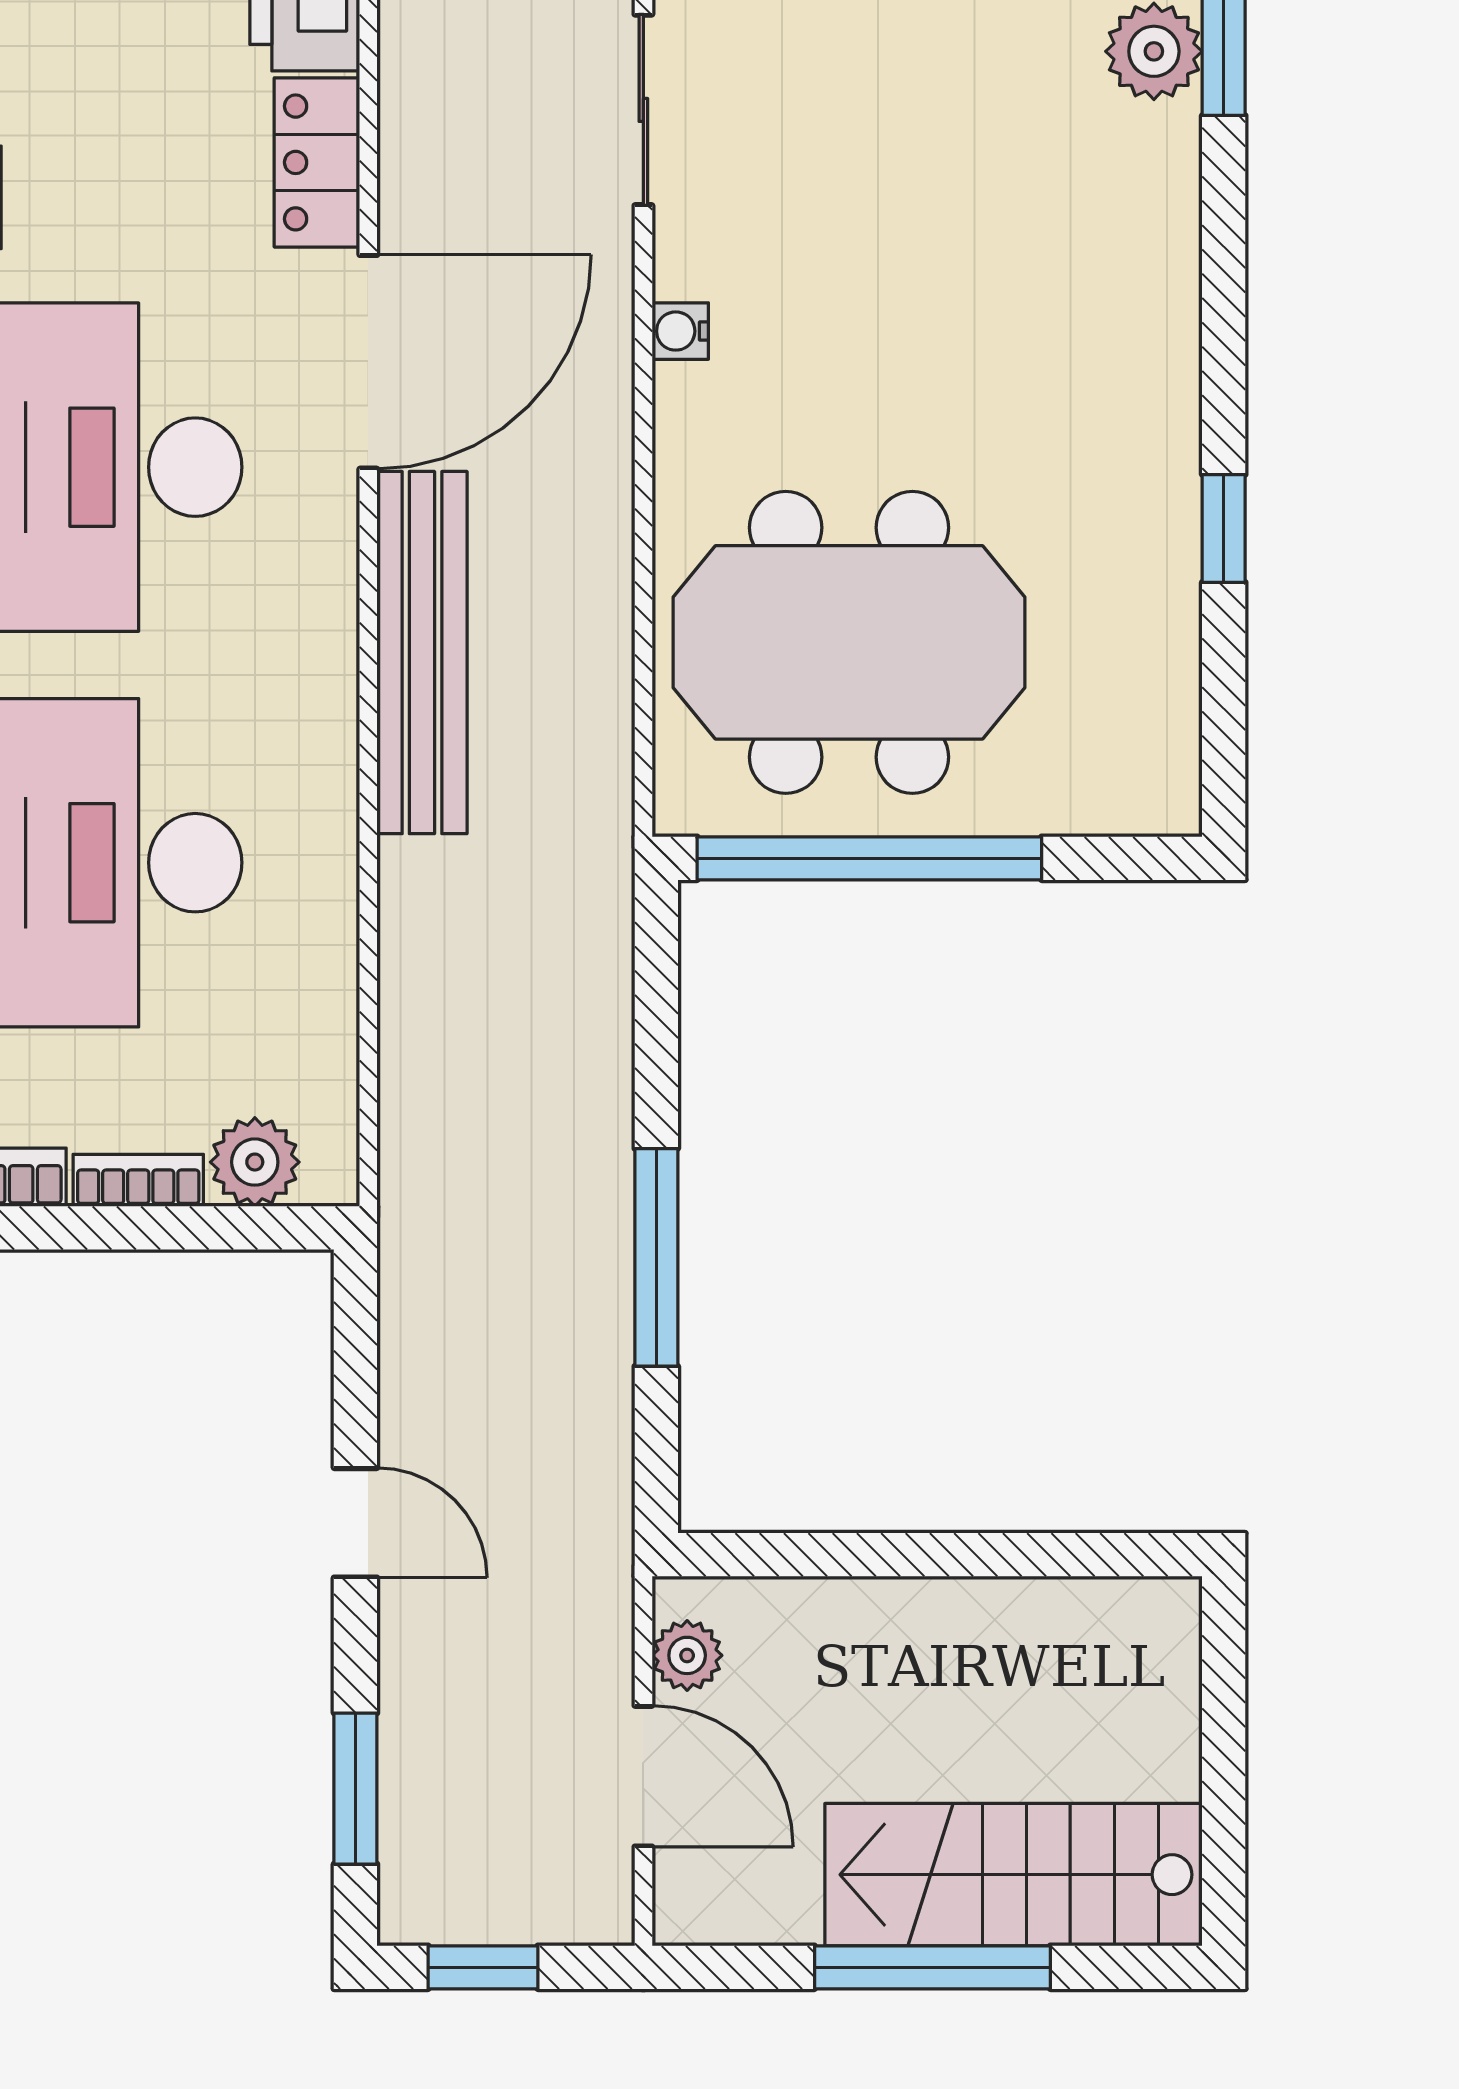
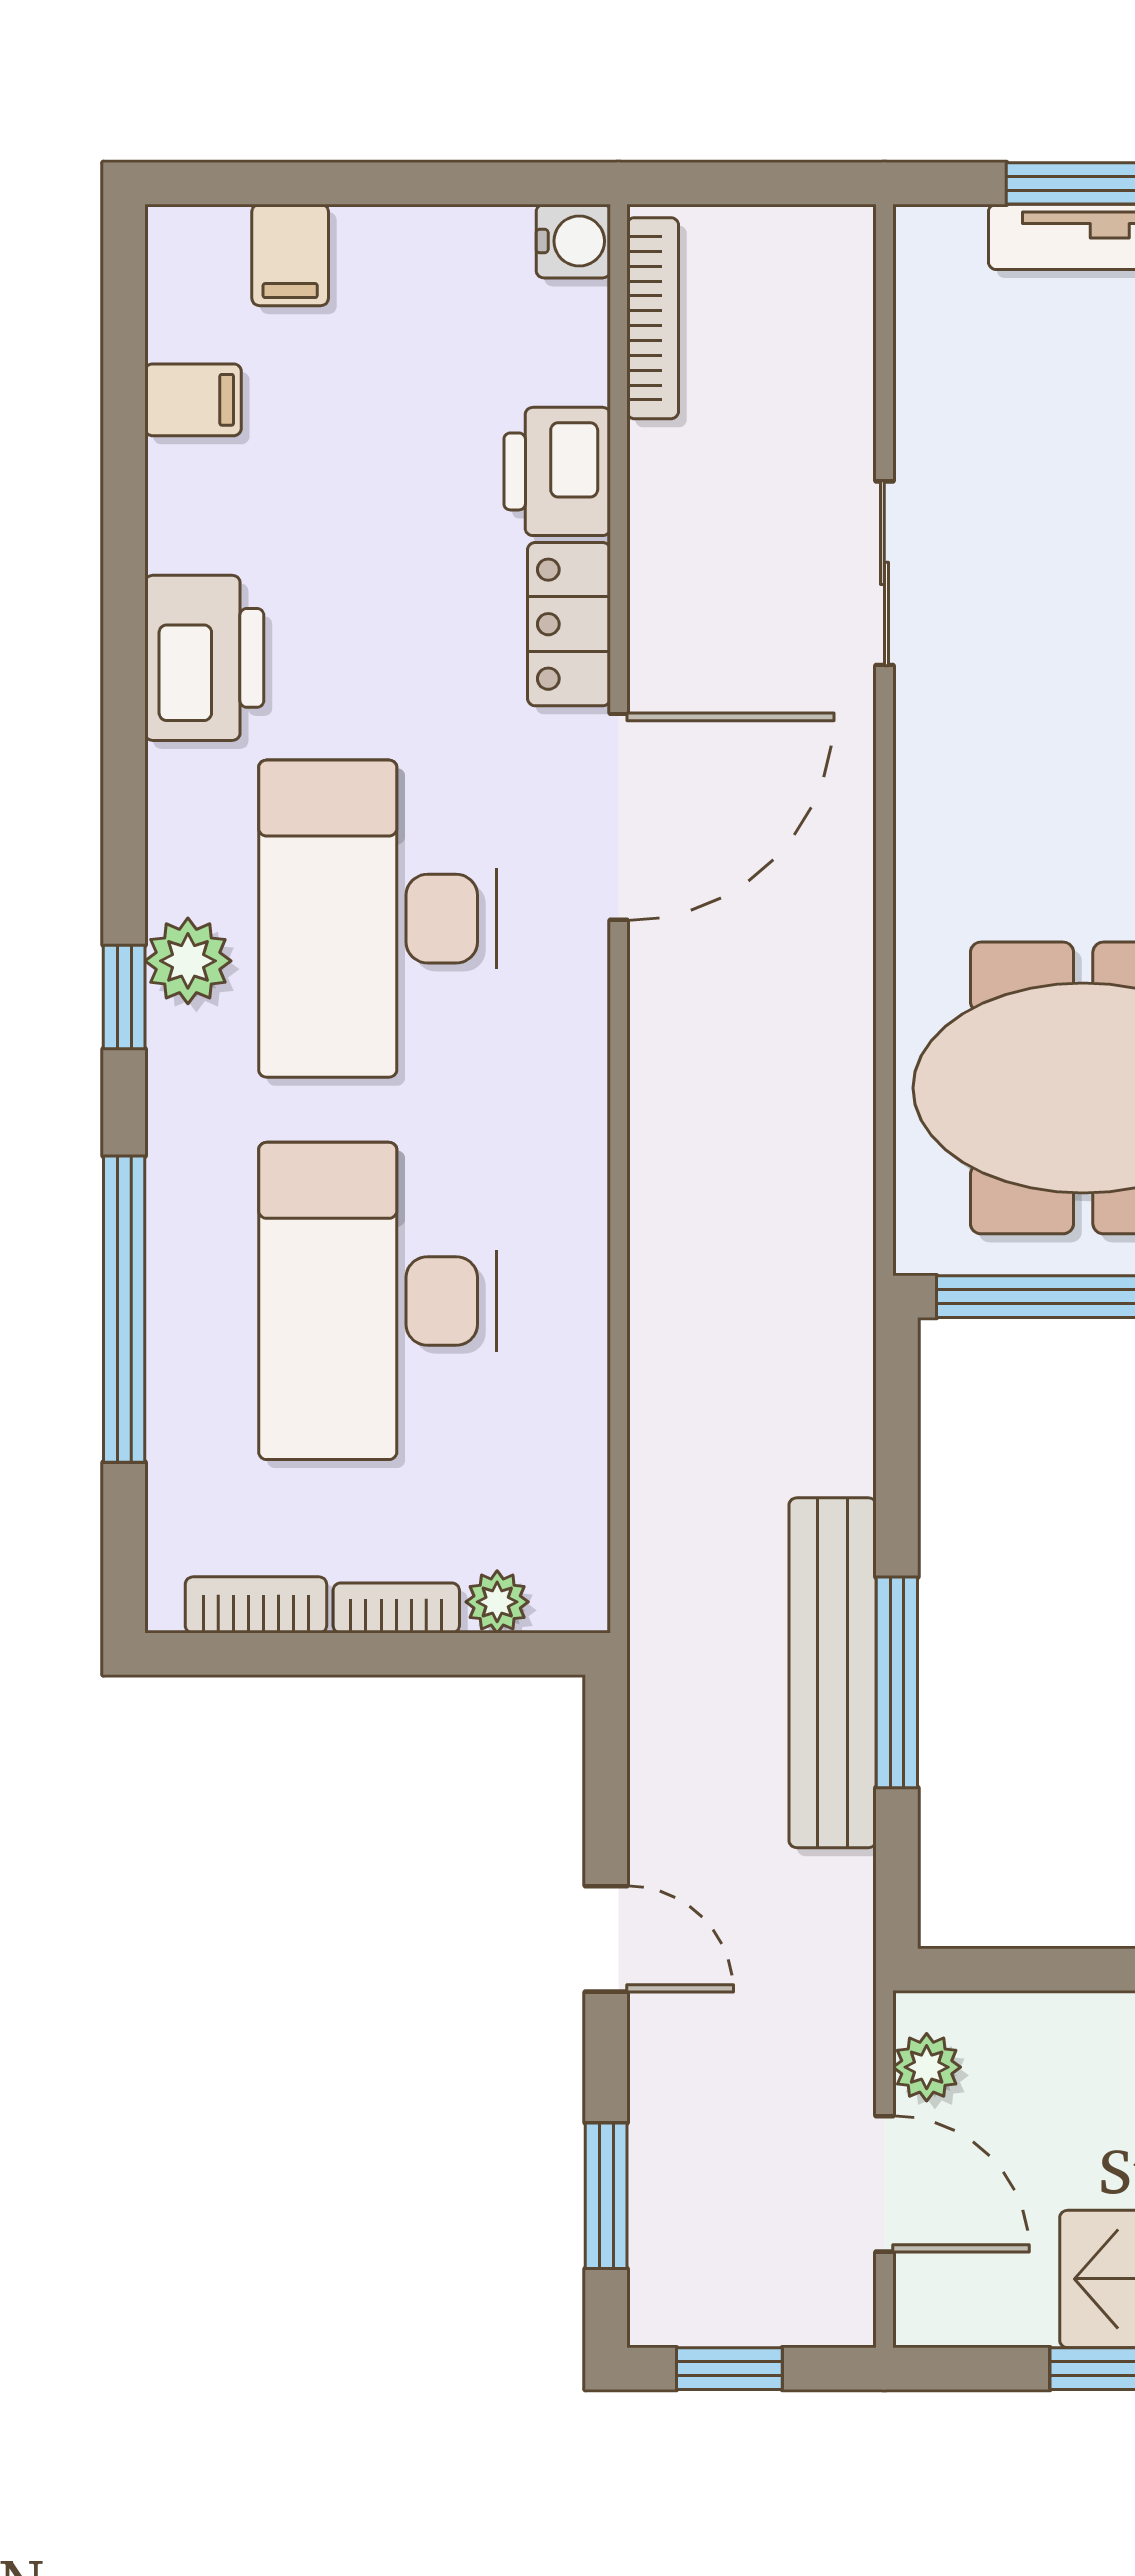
water cooler: (680, 331) -> (920, 787), removed
bench: (422, 653) -> (833, 1673), moved
plant: (255, 1162) -> (497, 1602), width x0.73, depth x0.73

